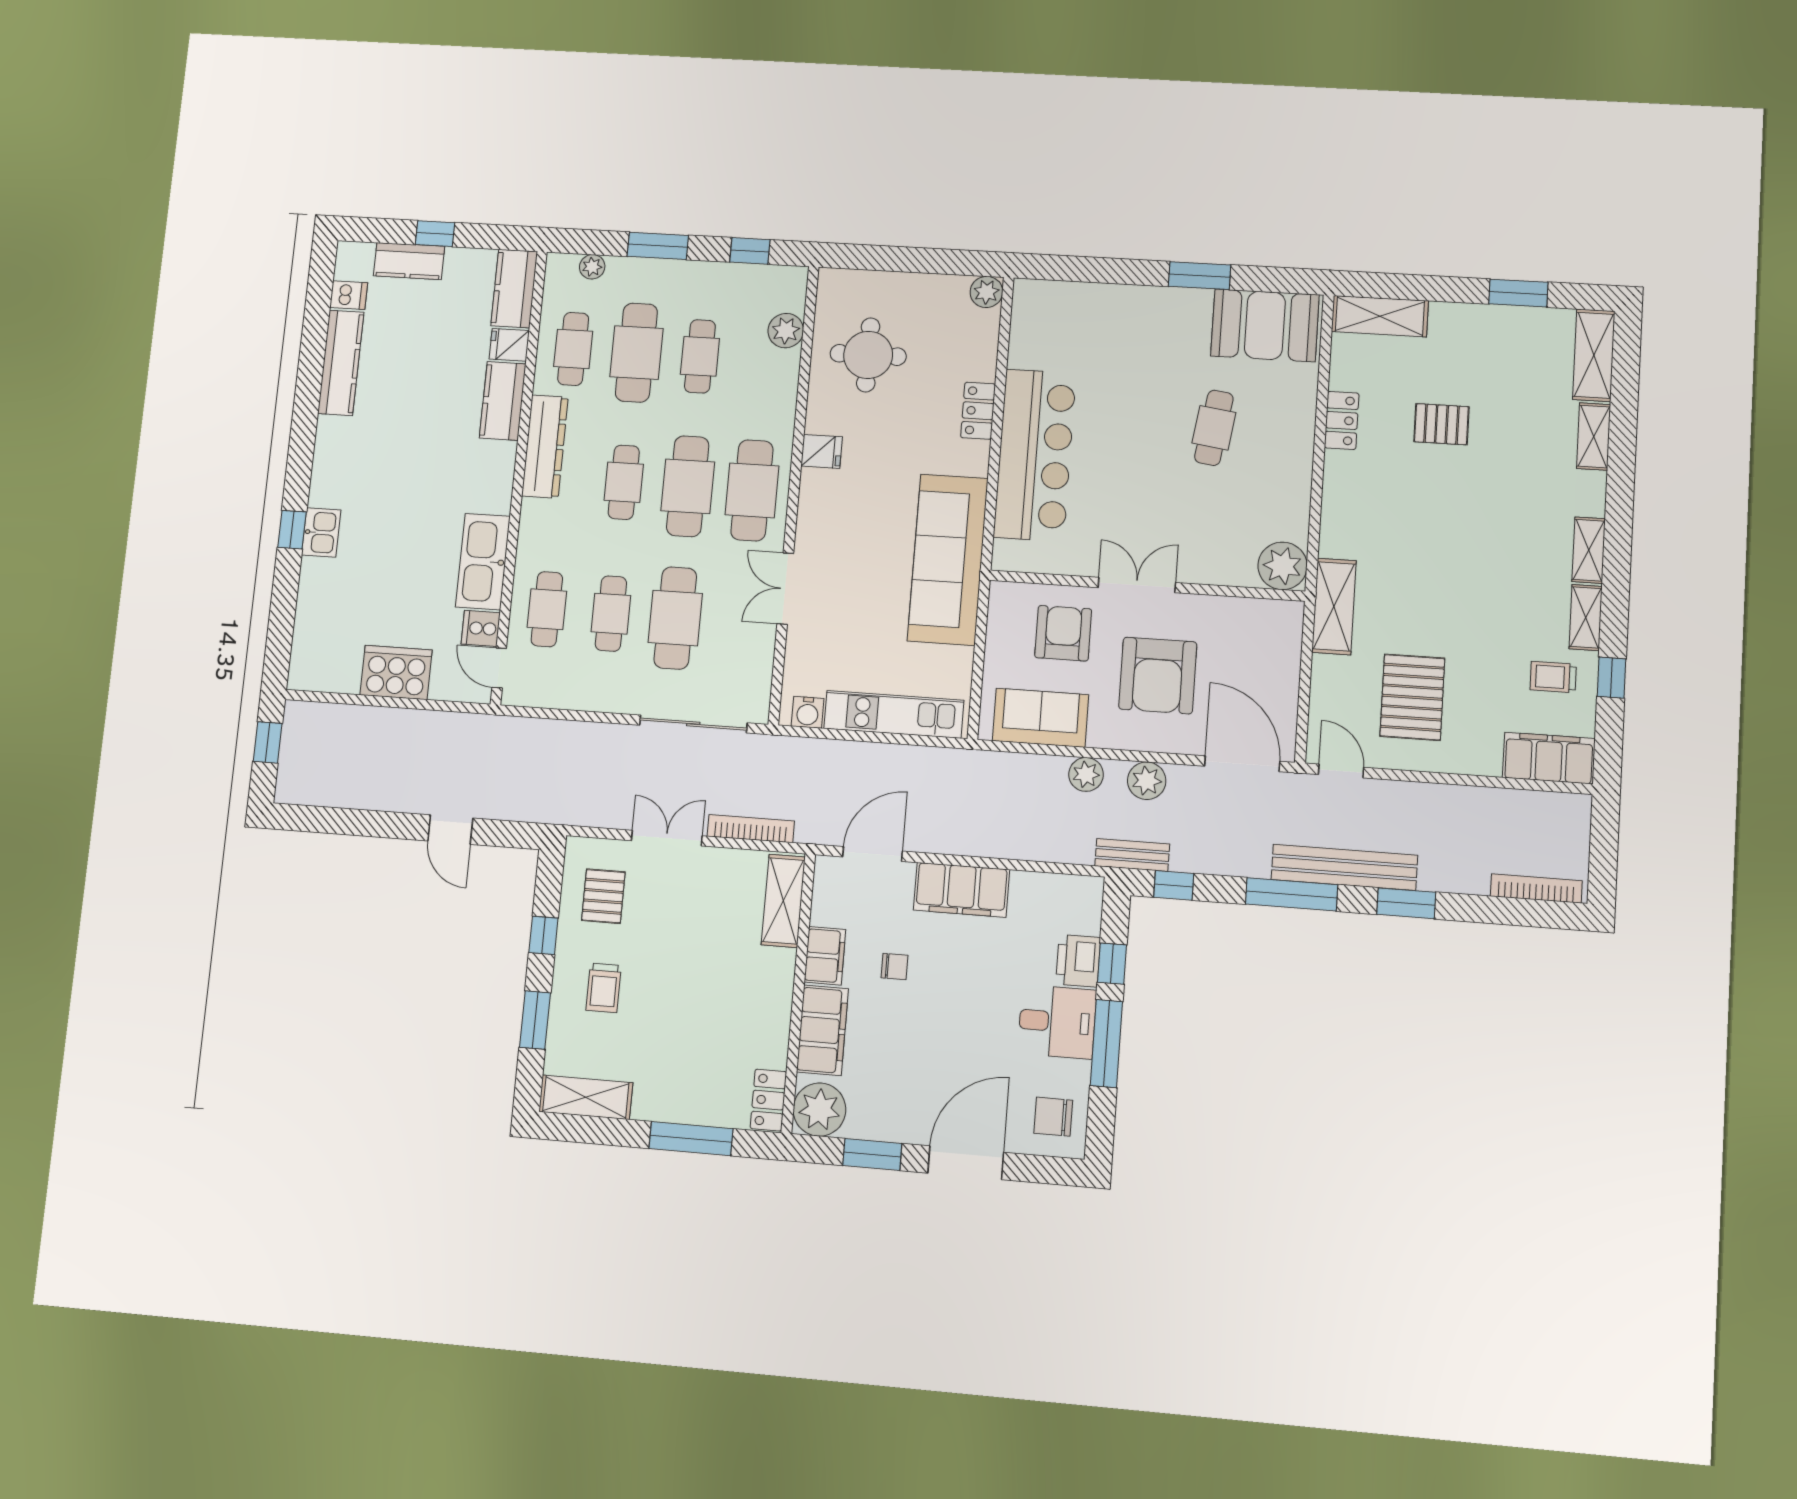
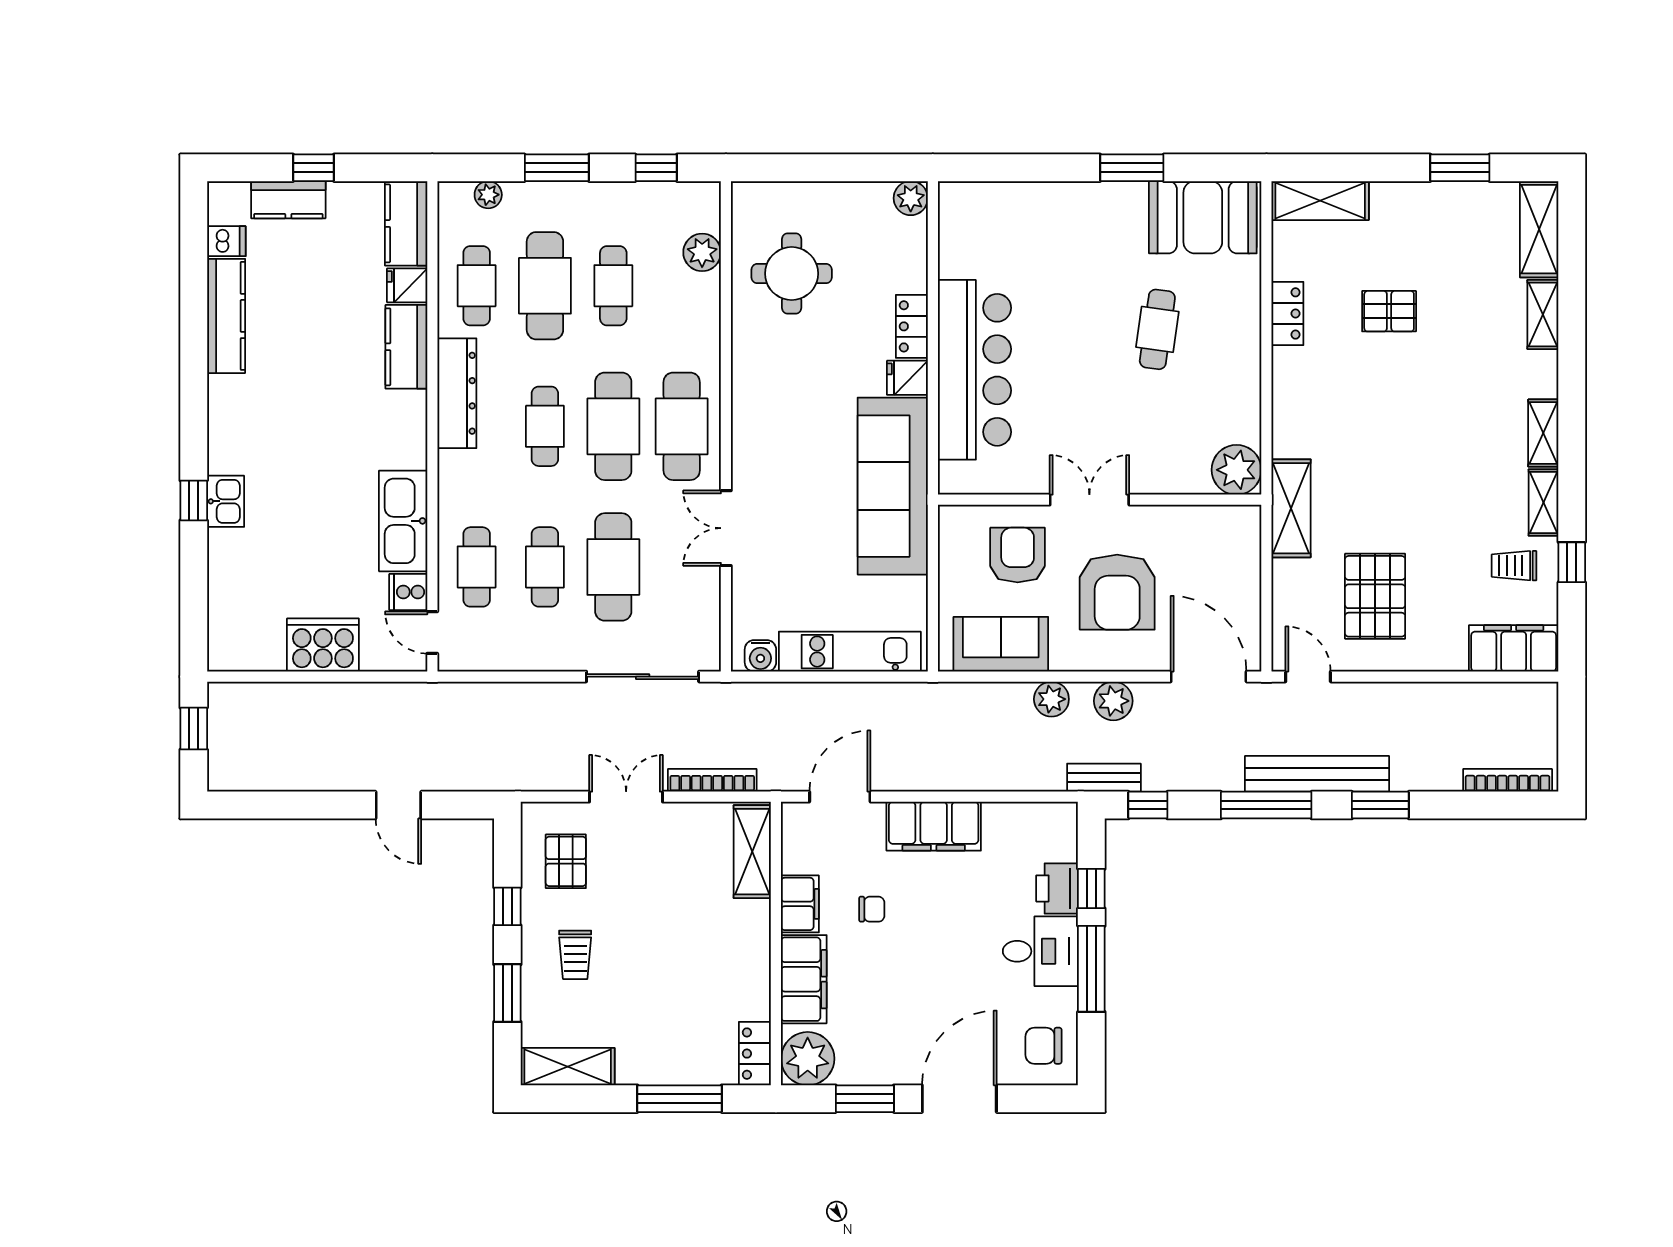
fridge: (822, 451) -> (907, 378), moved, turned 180

